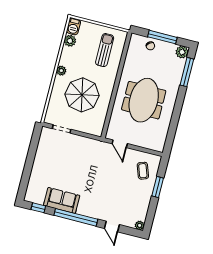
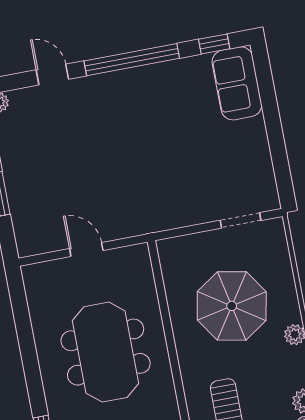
door: (120, 144) -> (86, 250), moved
coffee table: (143, 171) -> (43, 213), removed
sofa: (62, 200) -> (237, 83), moved, turned 90

